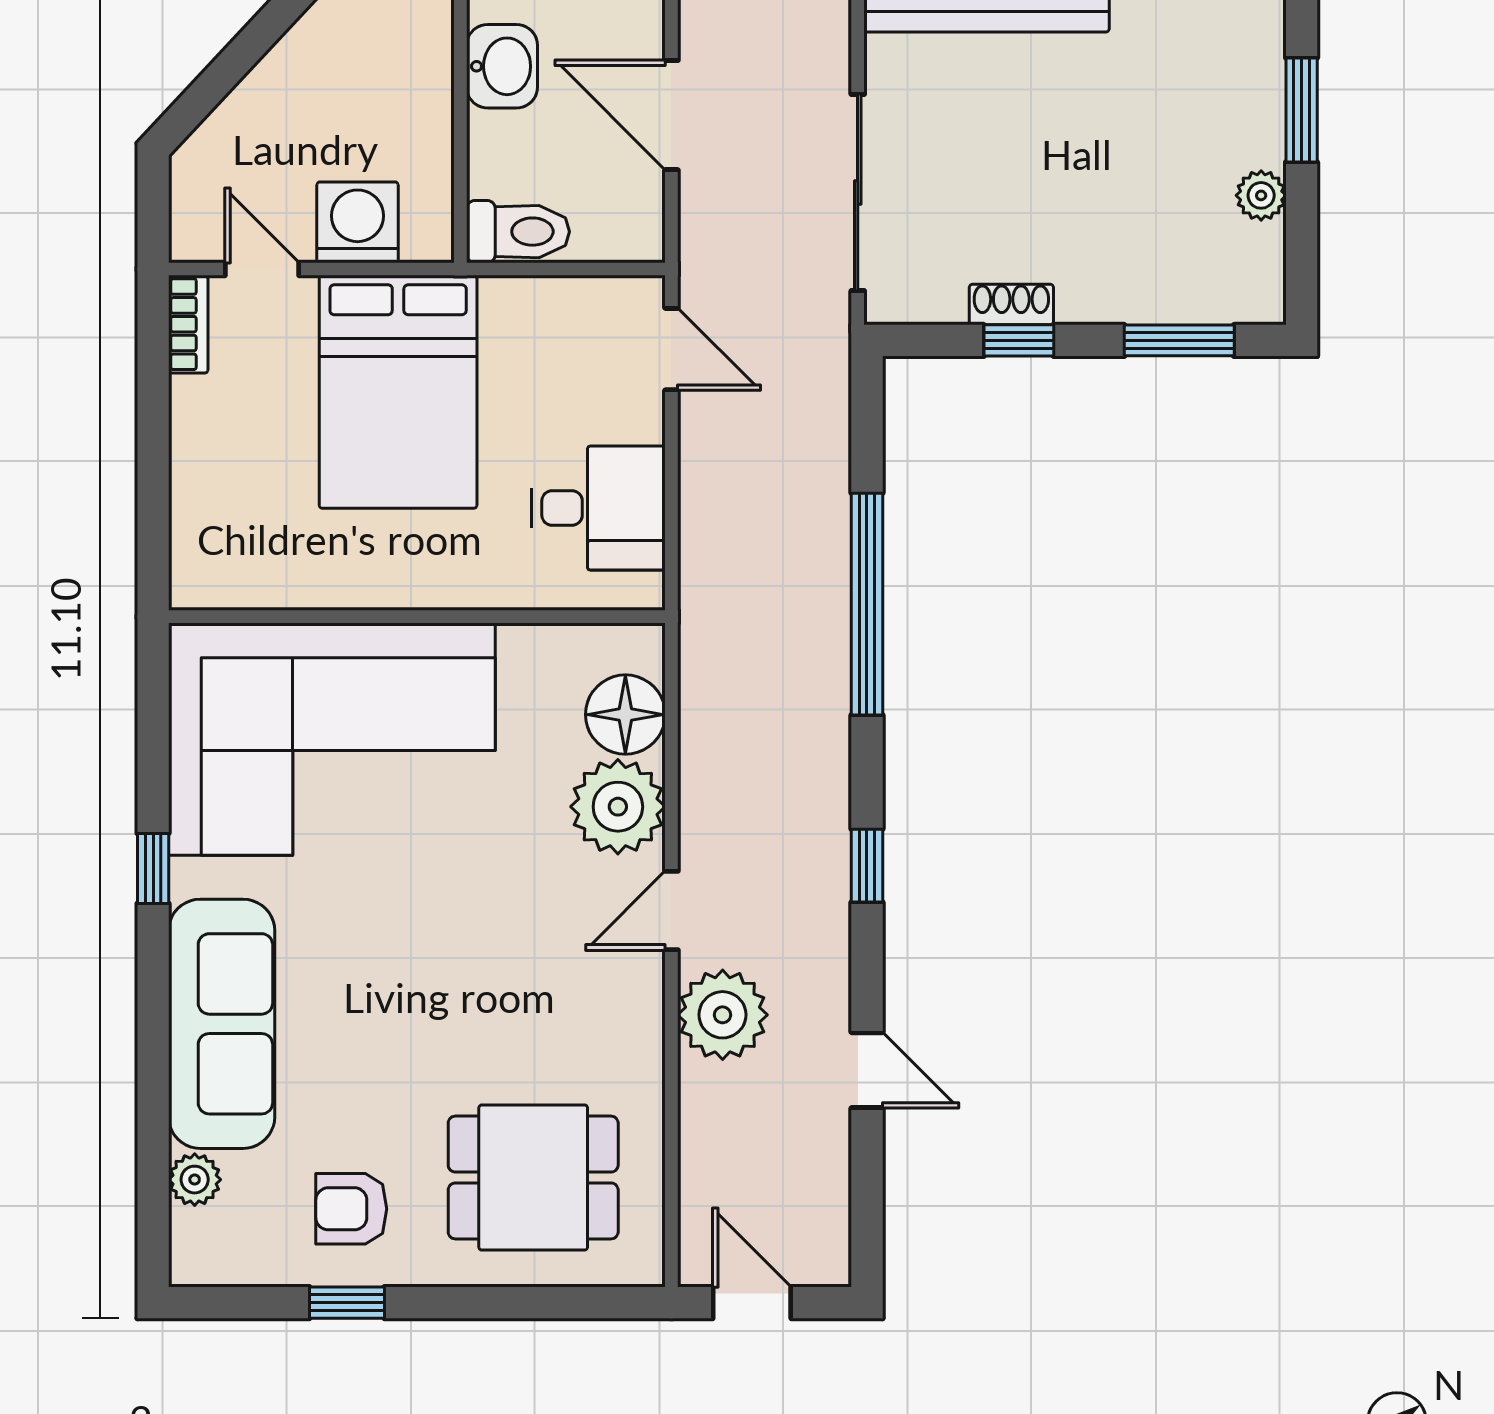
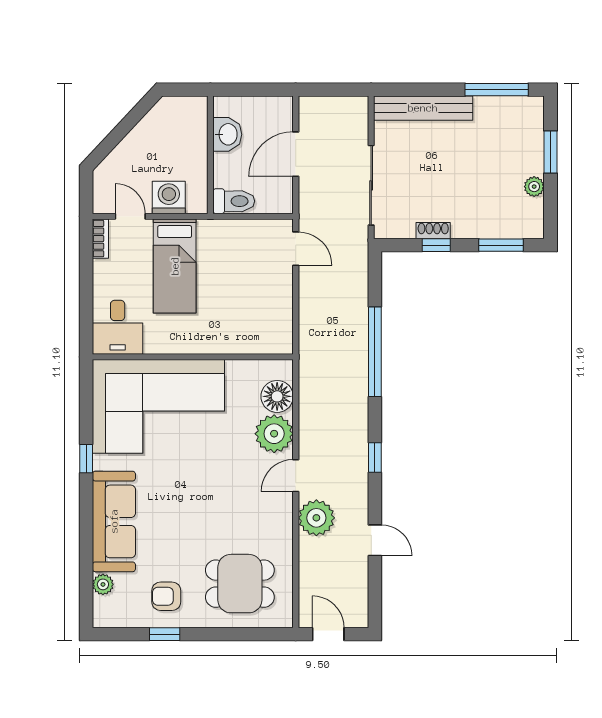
door: (671, 115) -> (296, 154), hinge flipped
bed: (398, 392) -> (175, 266), width x0.67
desk: (598, 508) -> (118, 327), moved, turned 90

